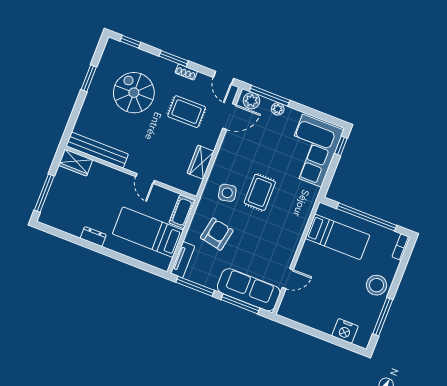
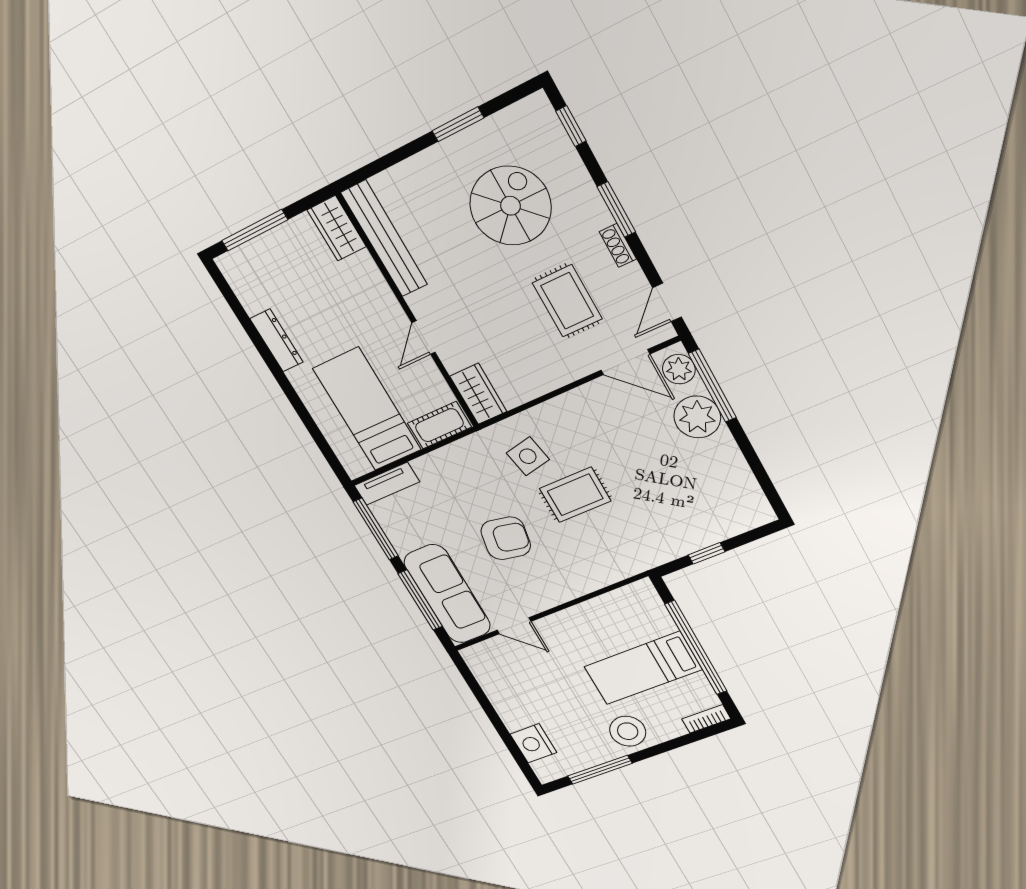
plant: (278, 109) -> (697, 417), width x1.87, depth x1.87
window: (341, 146) -> (707, 553), moved
corner sofa: (312, 151) -> (703, 507), removed
wardrobe: (201, 162) -> (478, 394), moved, turned 90
armchair: (217, 234) -> (506, 538), moved
dresser: (93, 237) -> (276, 340), width x1.44
bed: (337, 237) -> (643, 668), moved, turned 90

